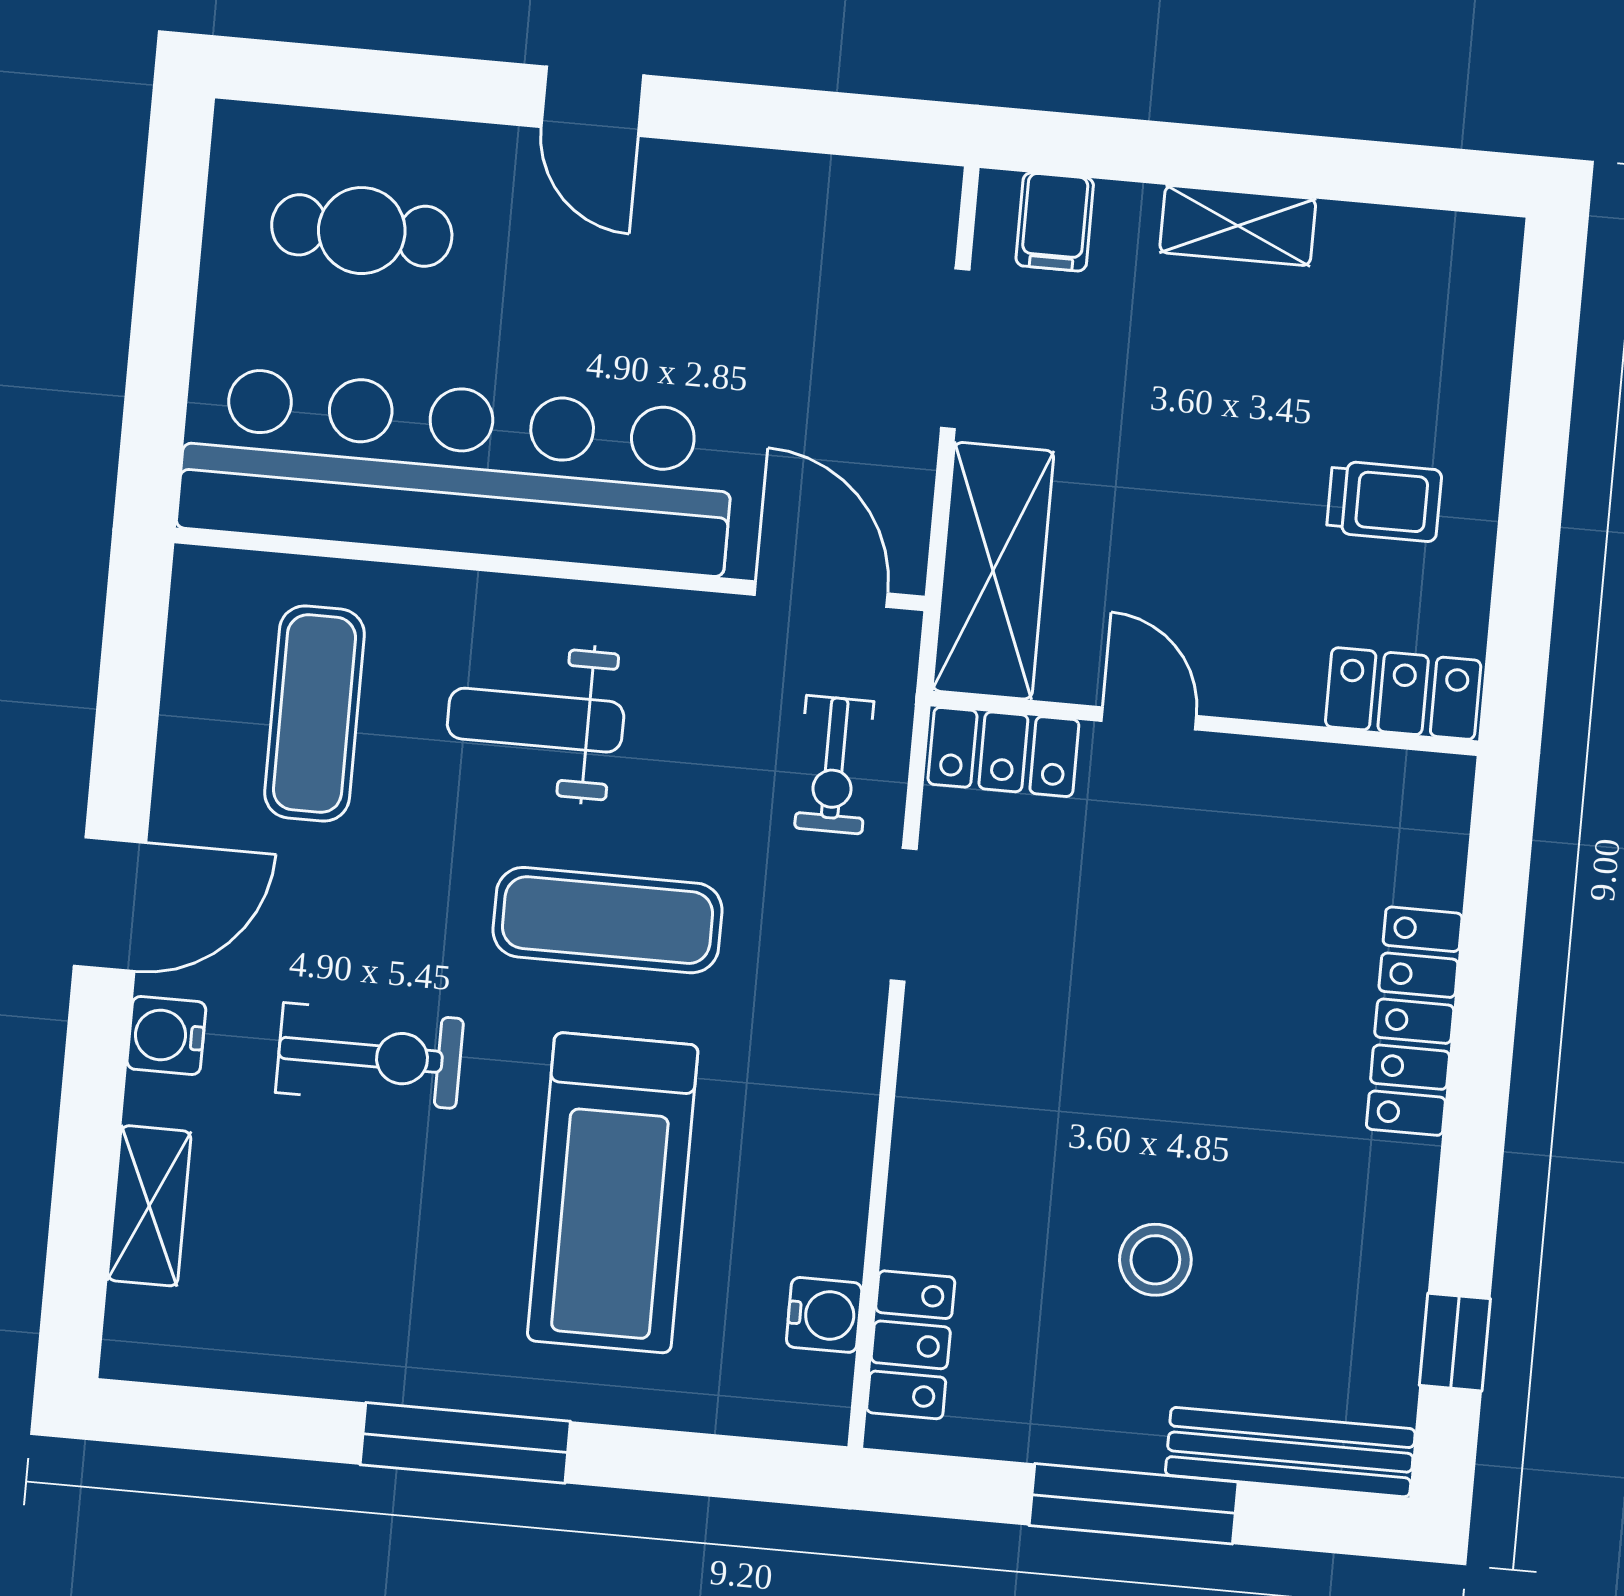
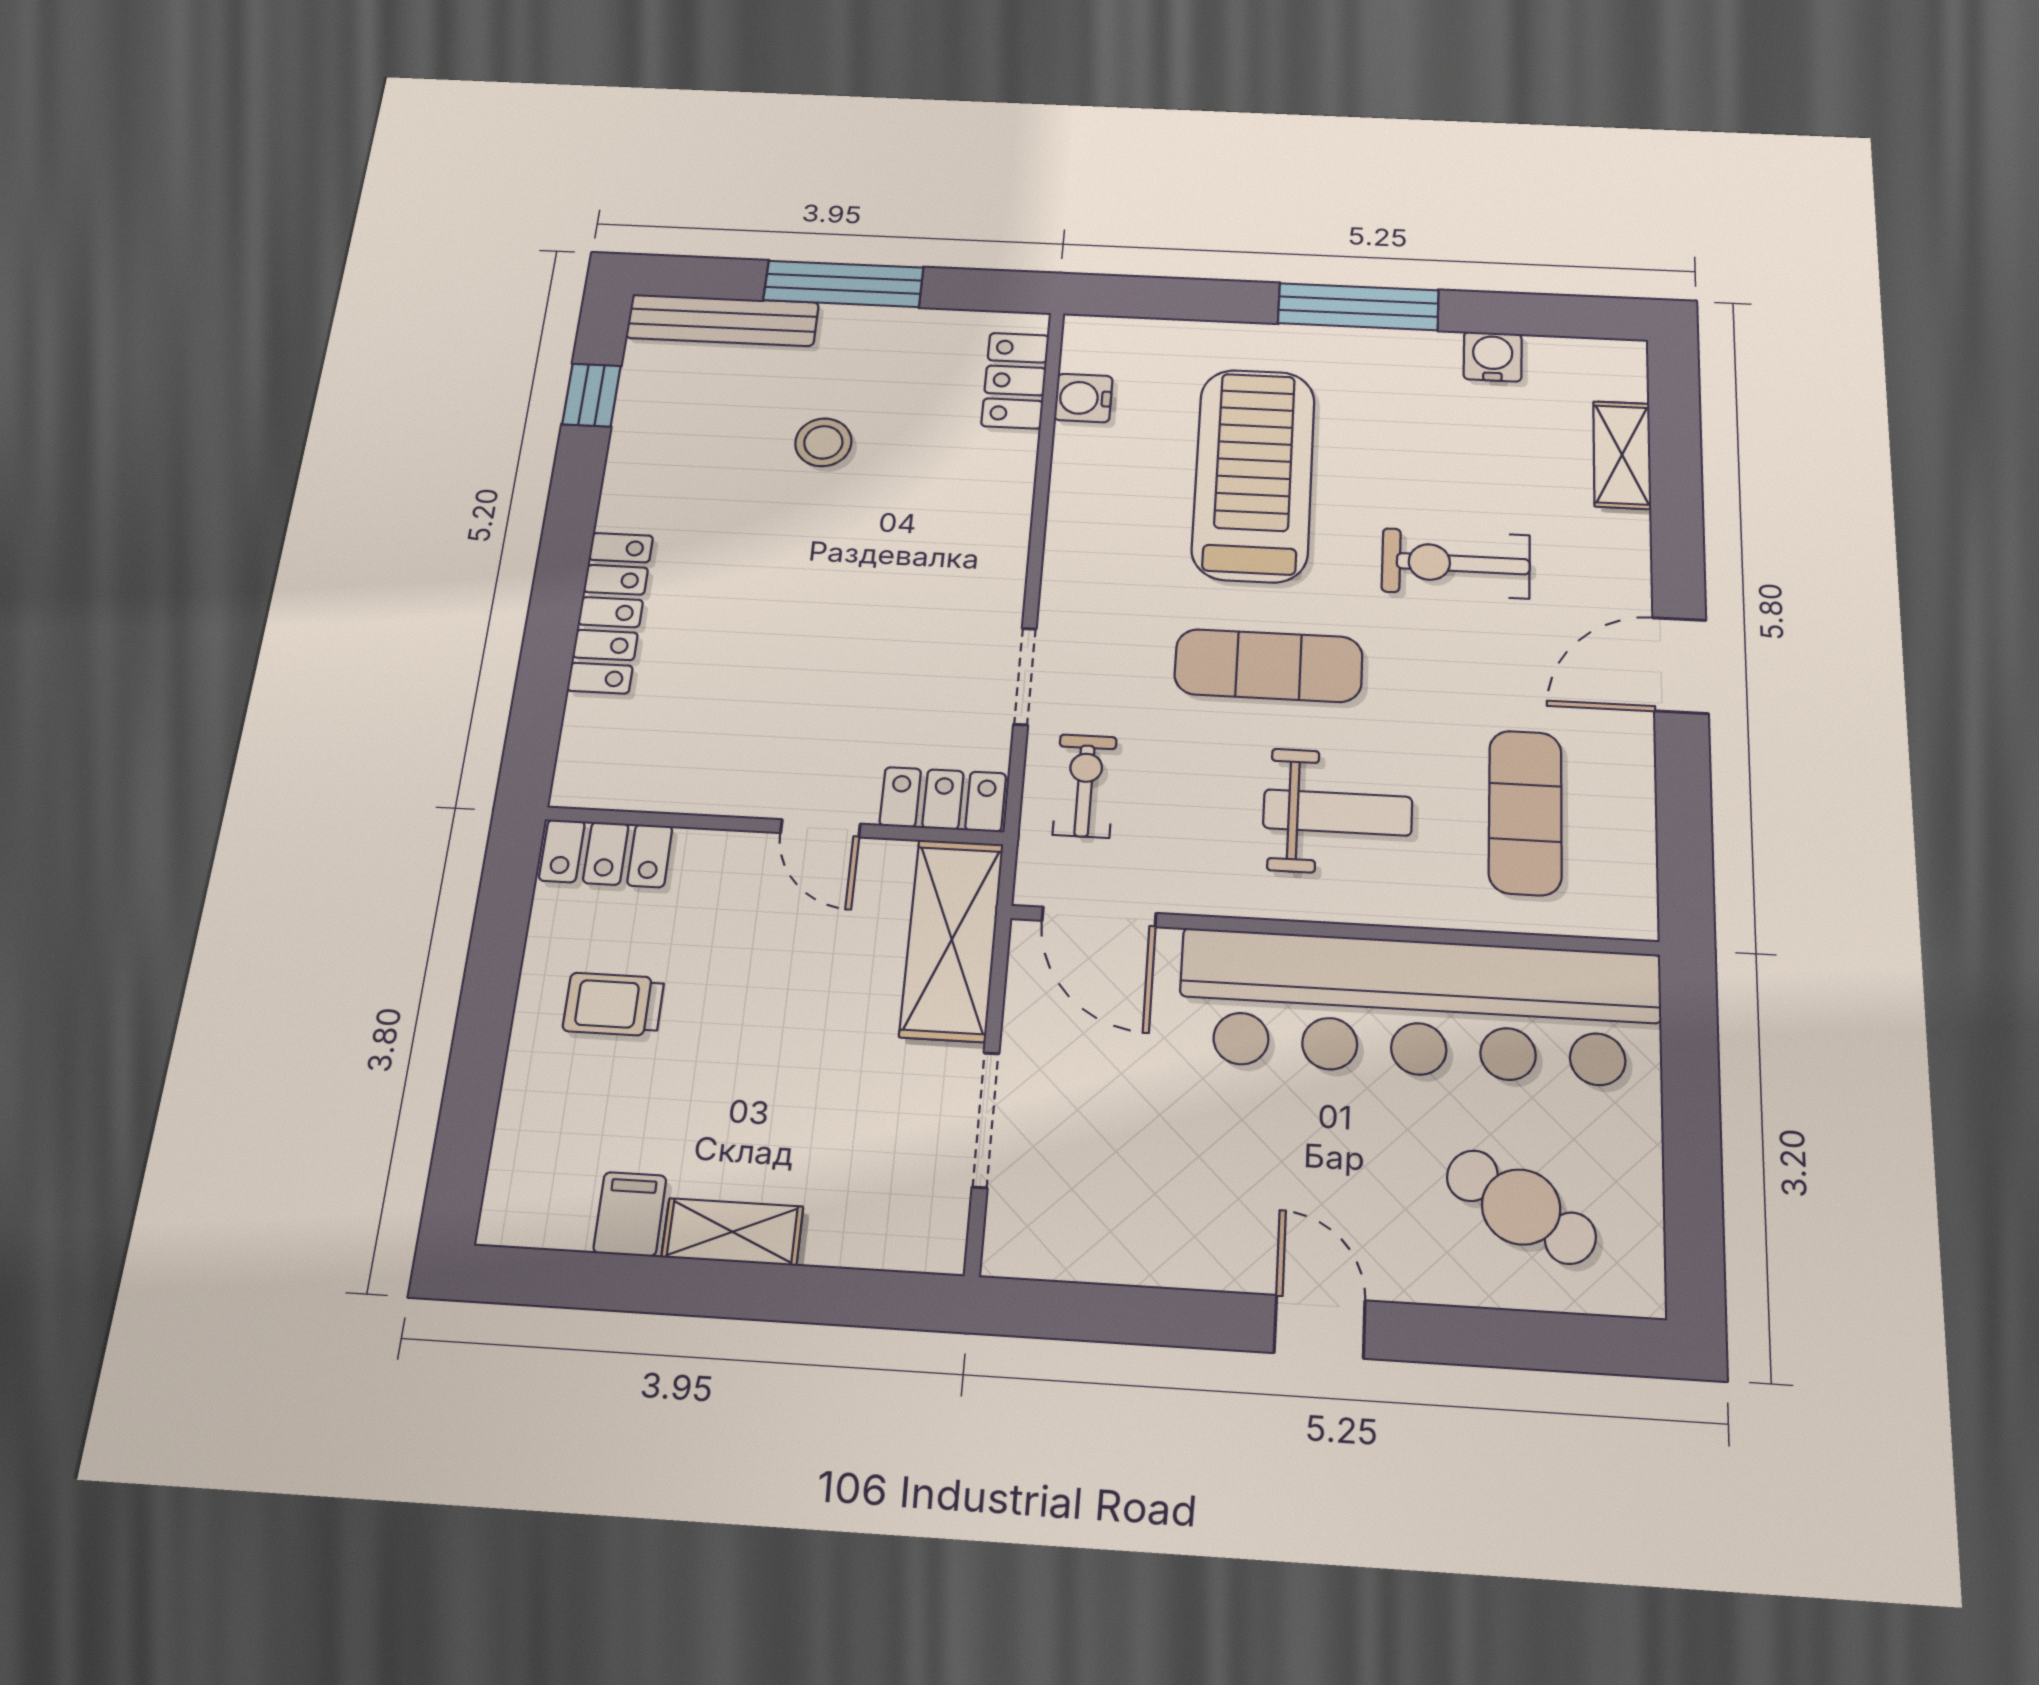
filing cabinet: (1055, 222) -> (630, 1214), moved
cafe table: (362, 231) -> (1521, 1207), turned 31
water cooler: (166, 1035) -> (1493, 357), moved, turned -90

